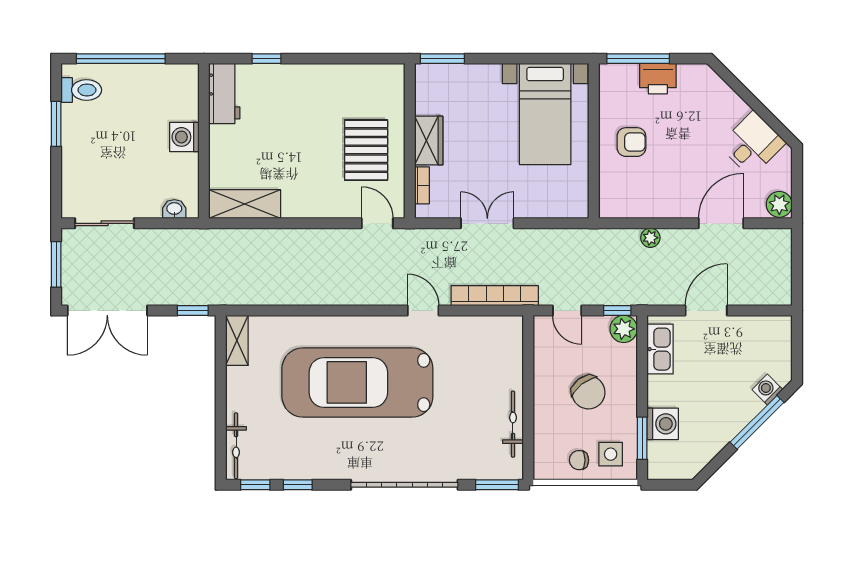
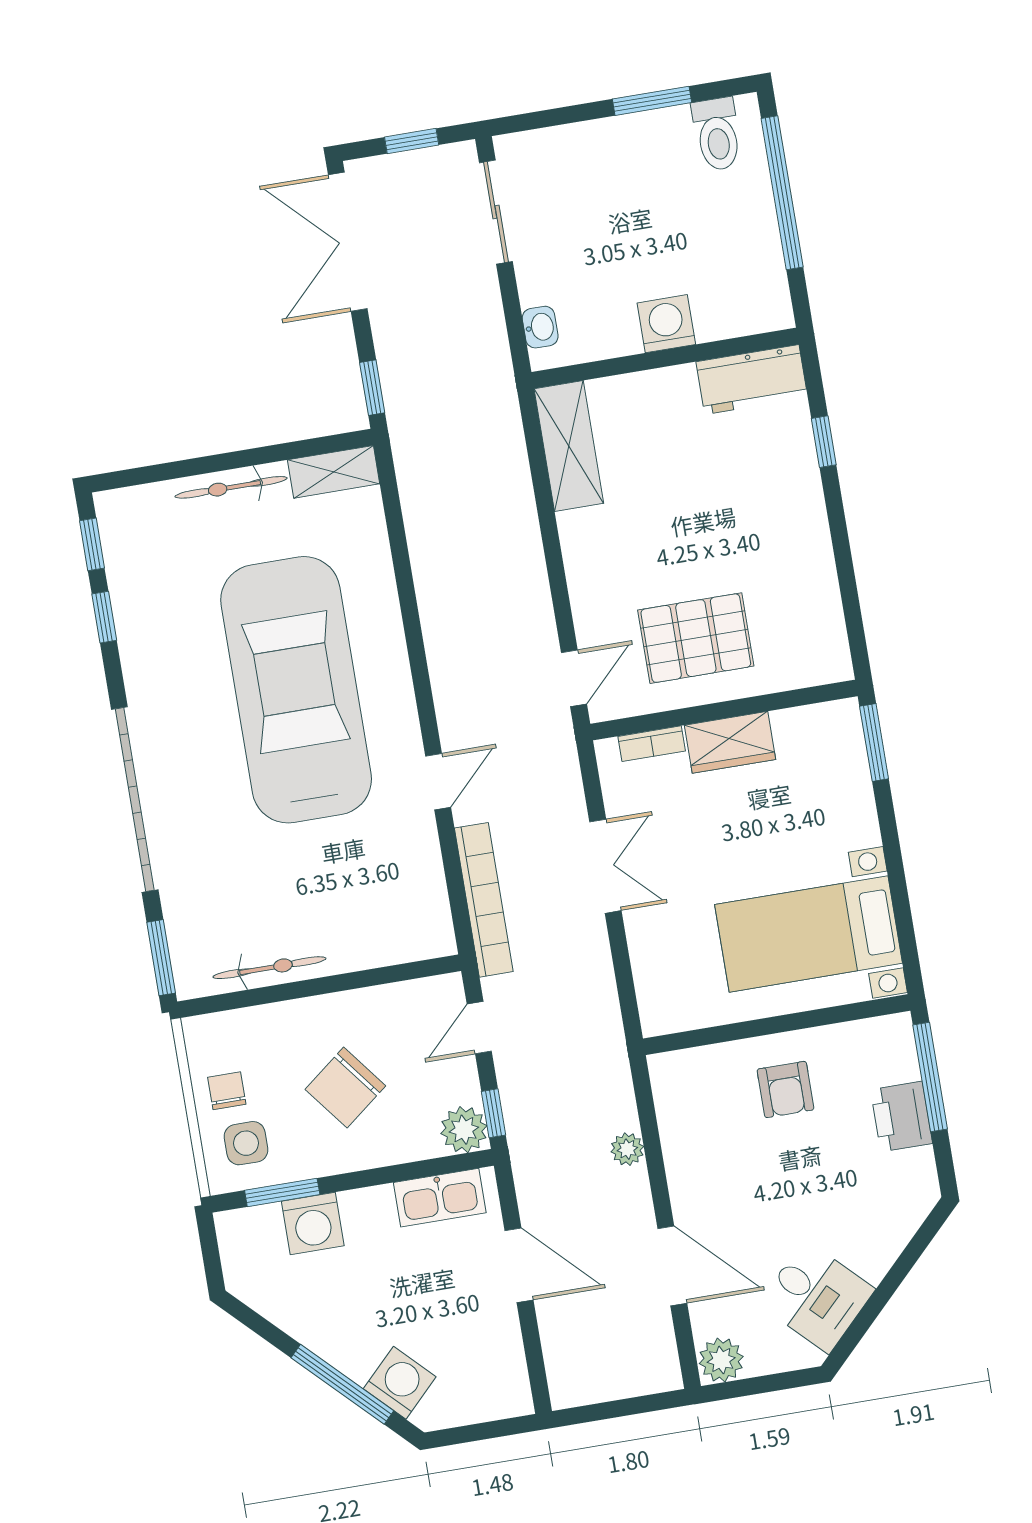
window: (56, 264) -> (412, 141), width x0.67
washing machine: (767, 390) -> (400, 1383), width x1.38, depth x1.38
bicycle: (236, 446) -> (231, 487), moved

